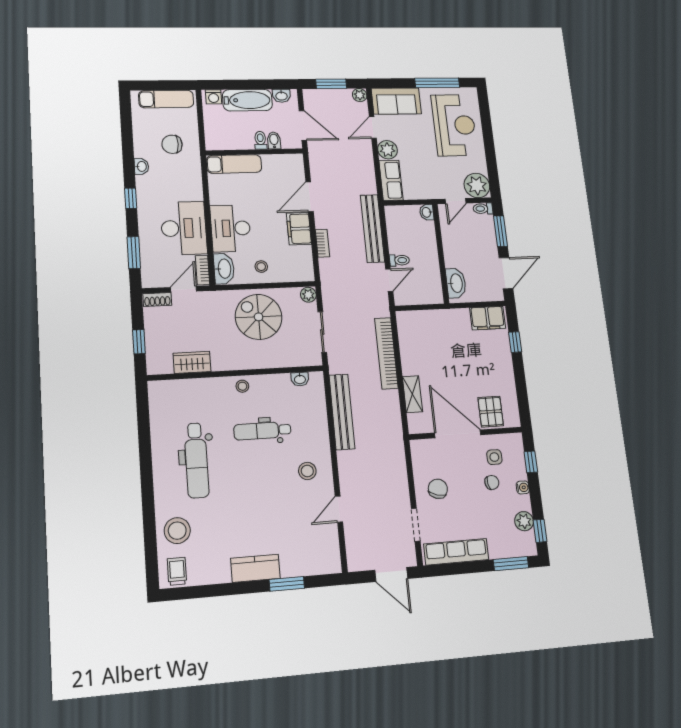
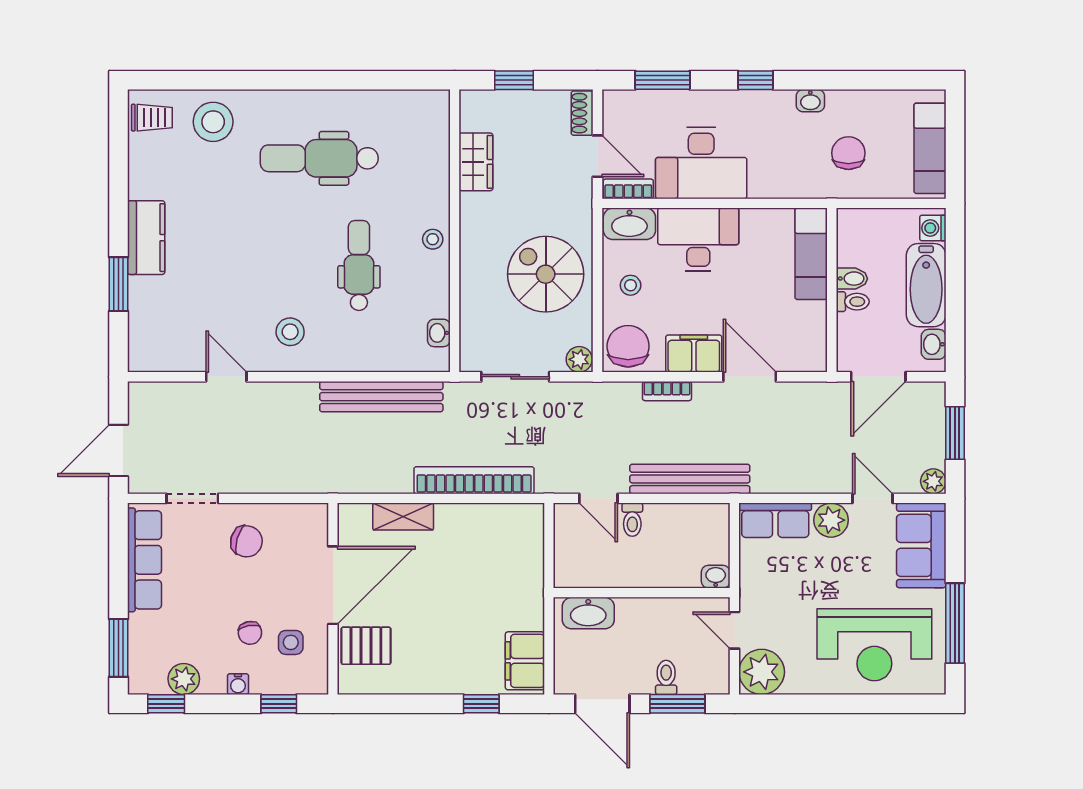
bidet: (274, 141) -> (852, 279), moved
toilet: (483, 209) -> (666, 677), moved
chair: (298, 267) -> (628, 346), added
spiral stairs: (259, 317) -> (546, 274), turned -90

